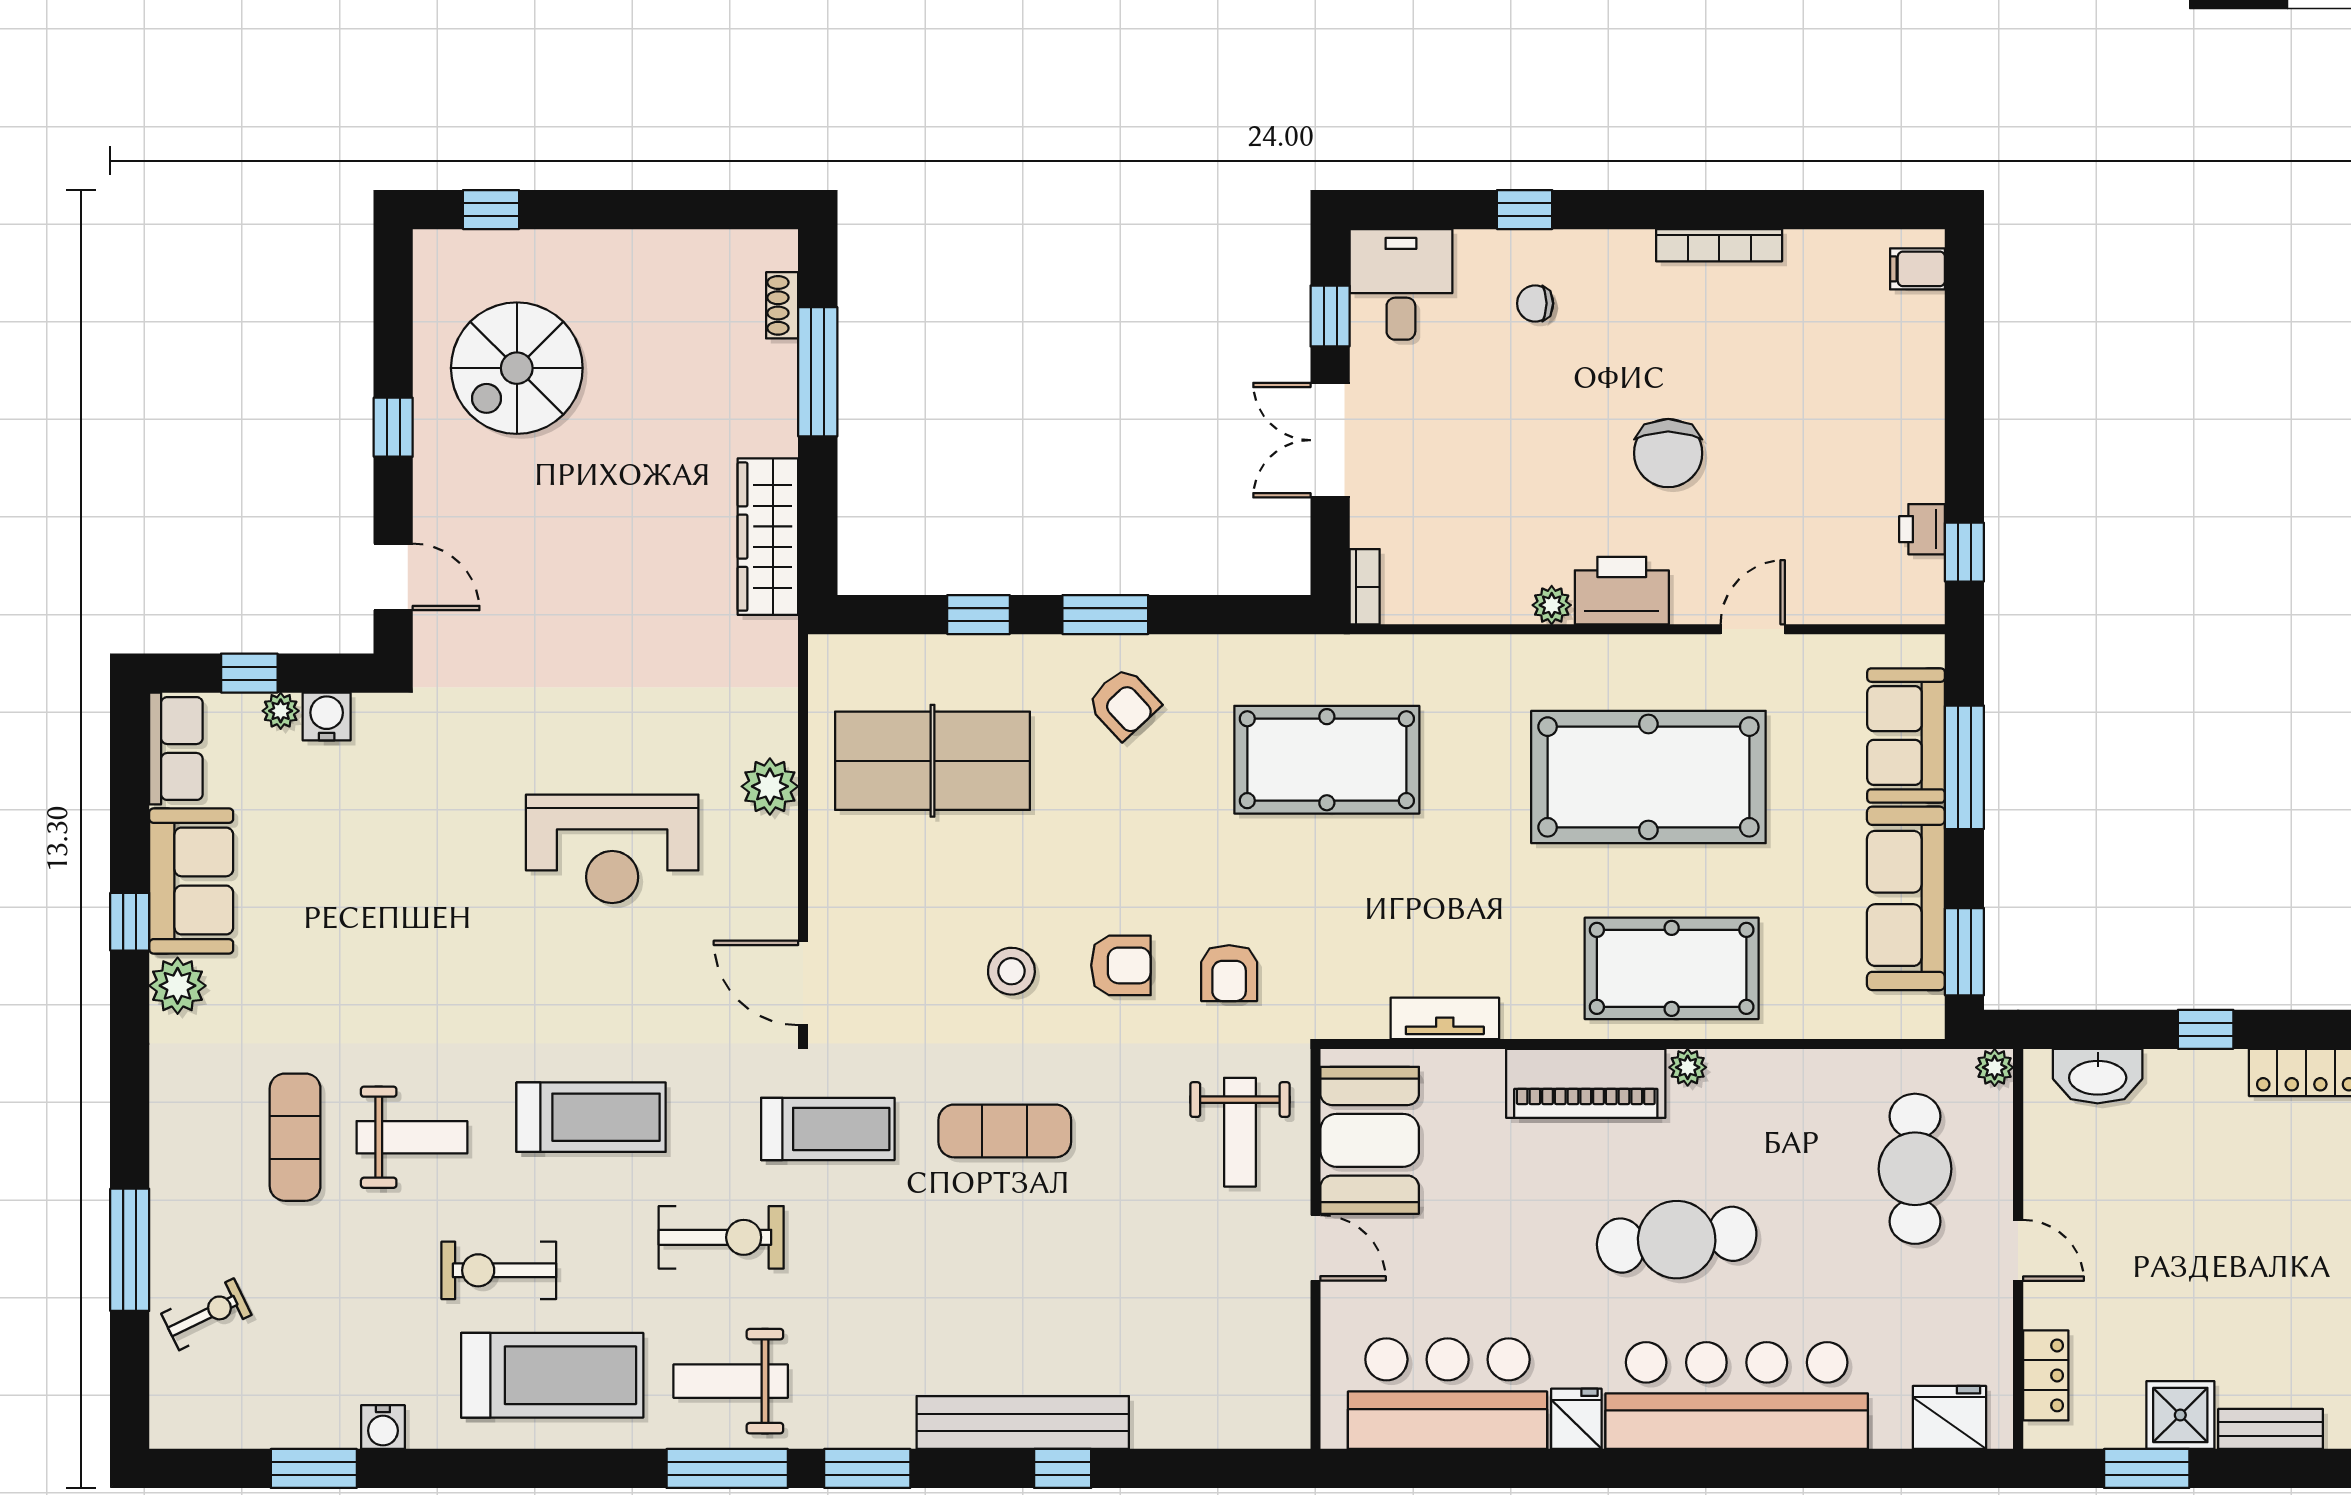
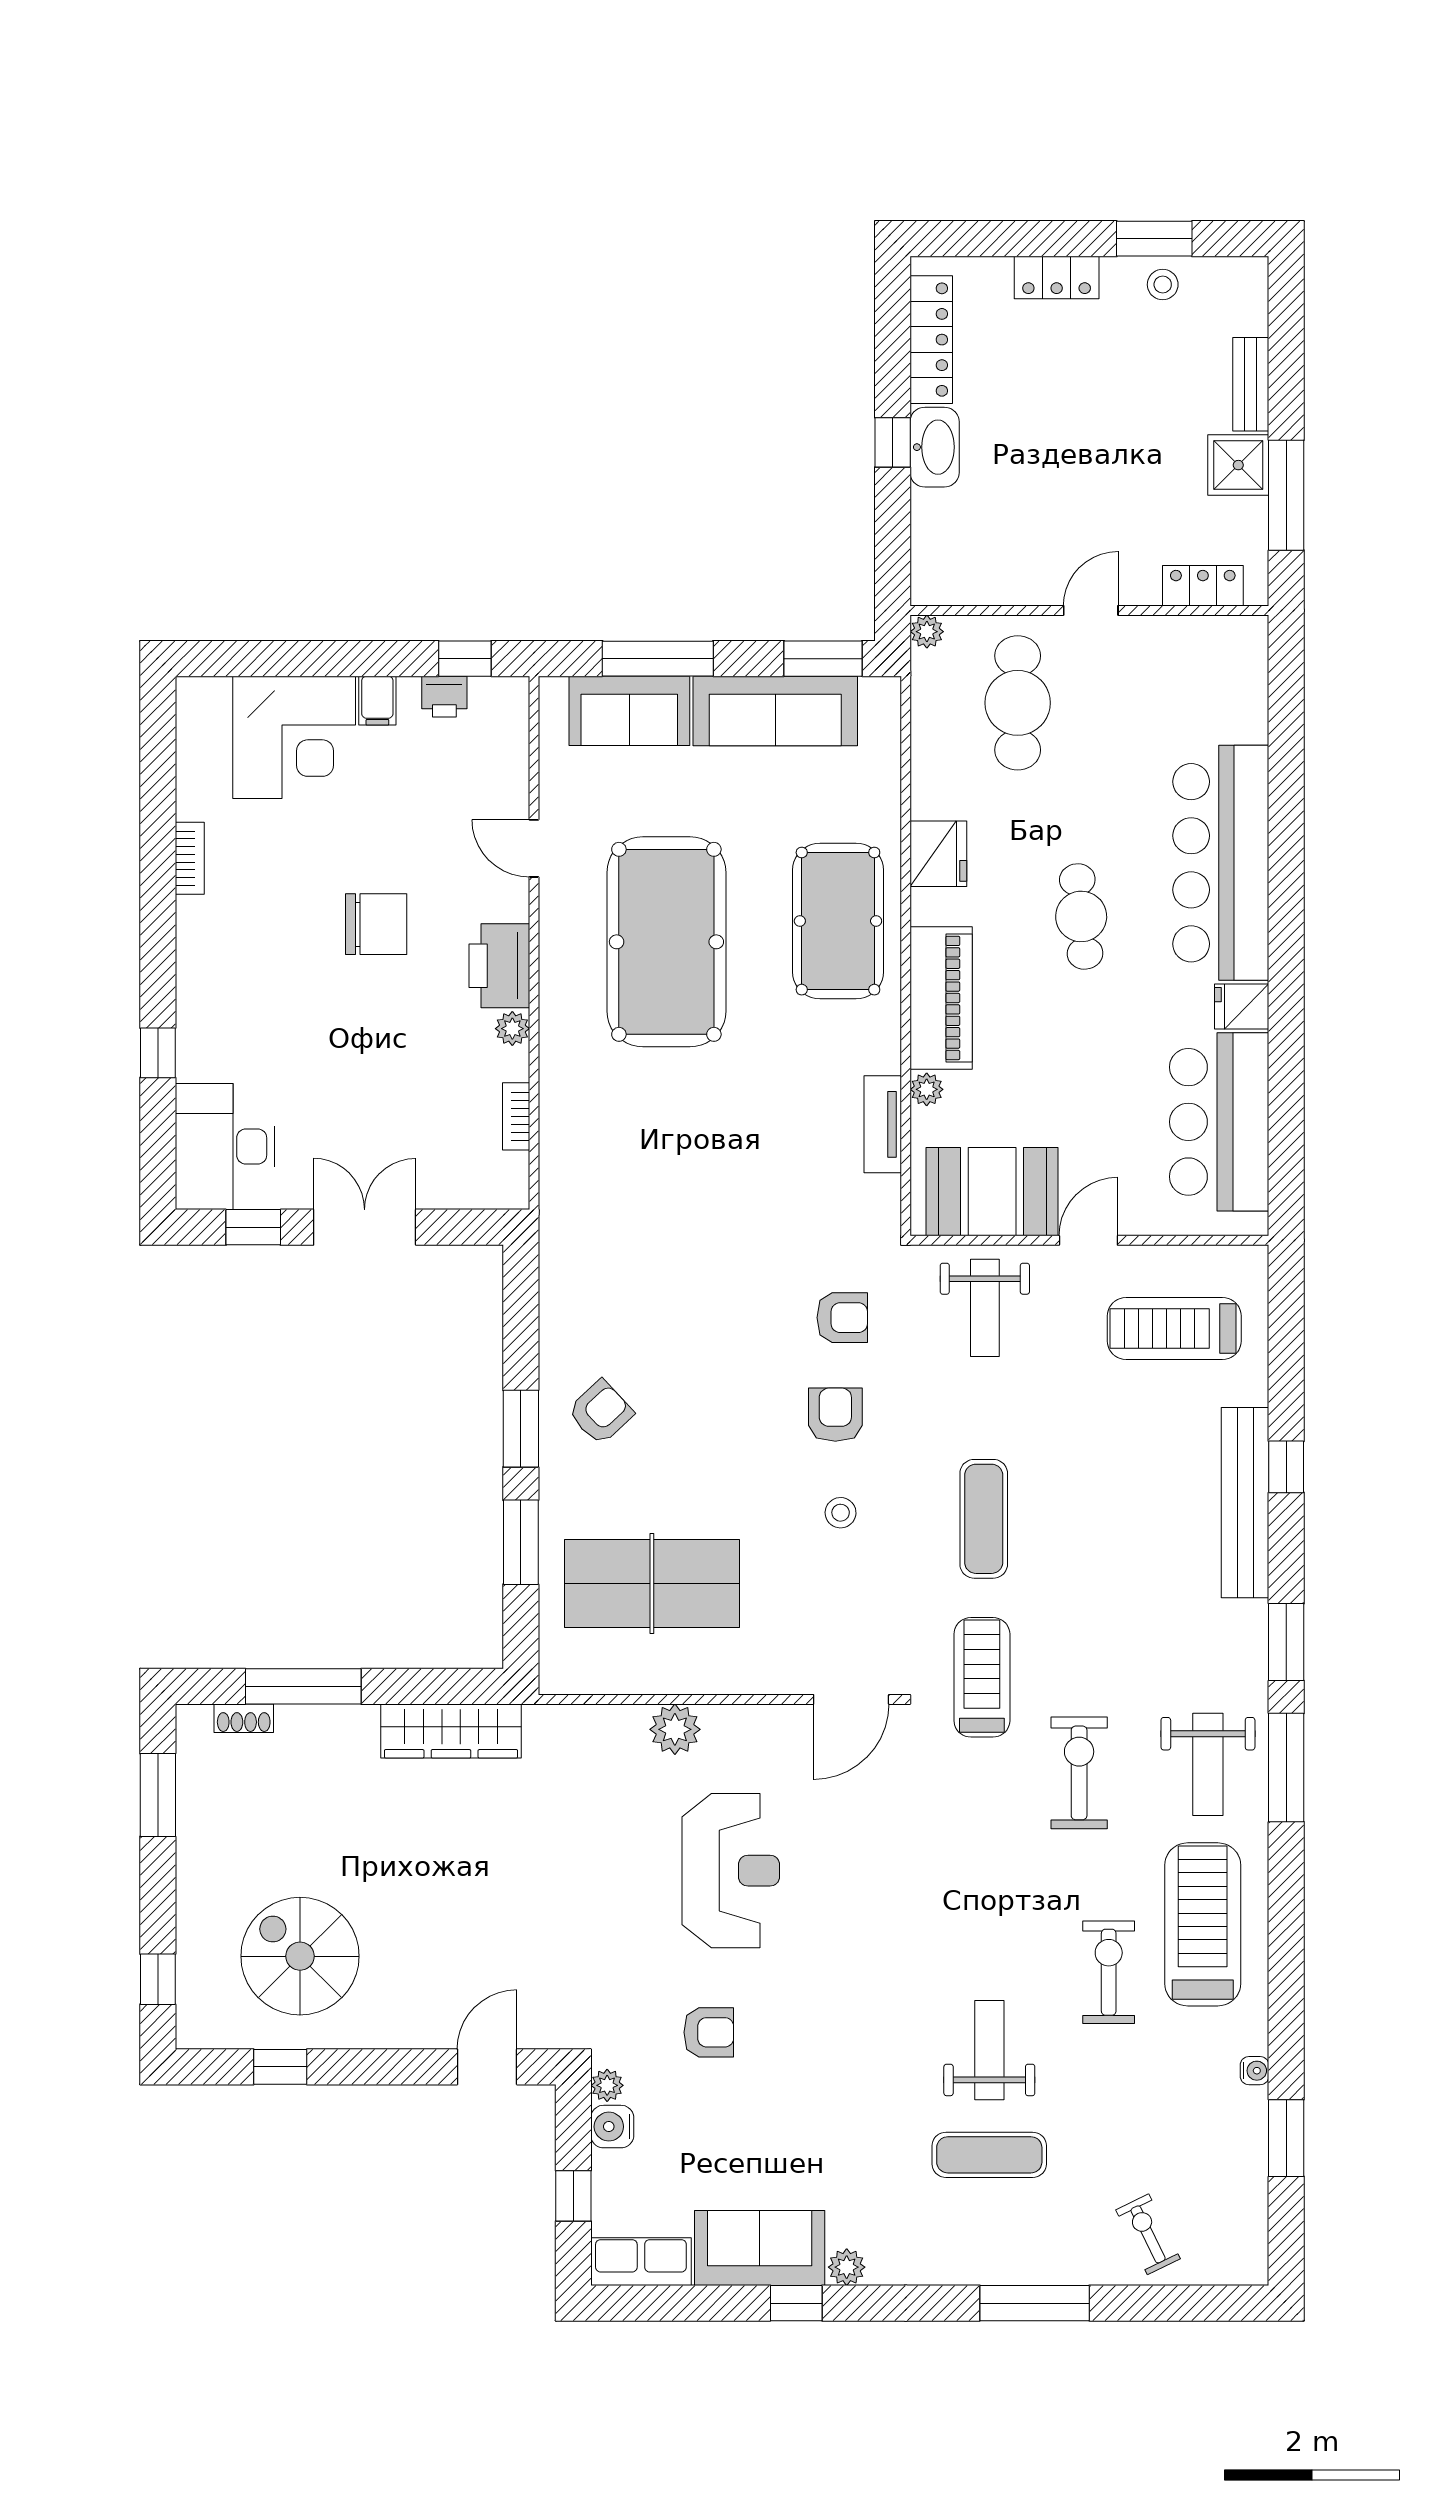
window: (697, 210) -> (158, 1795), added
bookcase: (1719, 245) -> (190, 858), width x0.64
filing cabinet: (1918, 269) -> (377, 701), moved
desk: (1401, 284) -> (225, 1147), width x1.37
chair: (1535, 303) -> (242, 1043), removed
corner desk: (1877, 362) -> (294, 737), added
spiral stairs: (517, 368) -> (300, 1956), turned 180
window: (393, 427) -> (280, 2067), moved
double door: (1330, 440) -> (365, 1227), swing flipped
bookcase: (1365, 587) -> (516, 1116), moved, turned -90
window: (978, 615) -> (521, 1542), width x1.50
plant: (281, 711) -> (607, 2085), moved
pool table: (1327, 760) -> (651, 1230), removed
table tennis table: (933, 761) -> (652, 1583), turned 90
armchair: (432, 824) -> (709, 2032), added
stool: (1011, 971) -> (841, 1513), width x0.73, depth x0.73
plant: (178, 986) -> (847, 2267), width x0.73, depth x0.73
plant: (1688, 1067) -> (927, 1089), moved
washbasin: (2098, 1076) -> (935, 447), moved
treadmill: (591, 1117) -> (1174, 1328), moved, turned -90
weight bench: (1240, 1132) -> (985, 1308), turned 90
cafe table: (1915, 1169) -> (1018, 703), turned 90
cafe table: (1677, 1240) -> (1081, 916), width x0.73, depth x0.74
window: (130, 1250) -> (1035, 2303), moved
exercise bike: (499, 1270) -> (1109, 1972), turned 180
fridge: (1949, 1417) -> (938, 854), moved, turned 180
water cooler: (383, 1427) -> (1255, 2071), width x0.72, depth x0.72
window: (2147, 1468) -> (1286, 495), width x1.44

